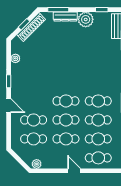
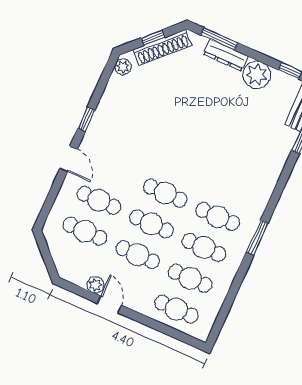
plant: (15, 58) -> (123, 67), moved
plant: (37, 164) -> (95, 285), moved
door: (74, 171) -> (109, 304), moved

